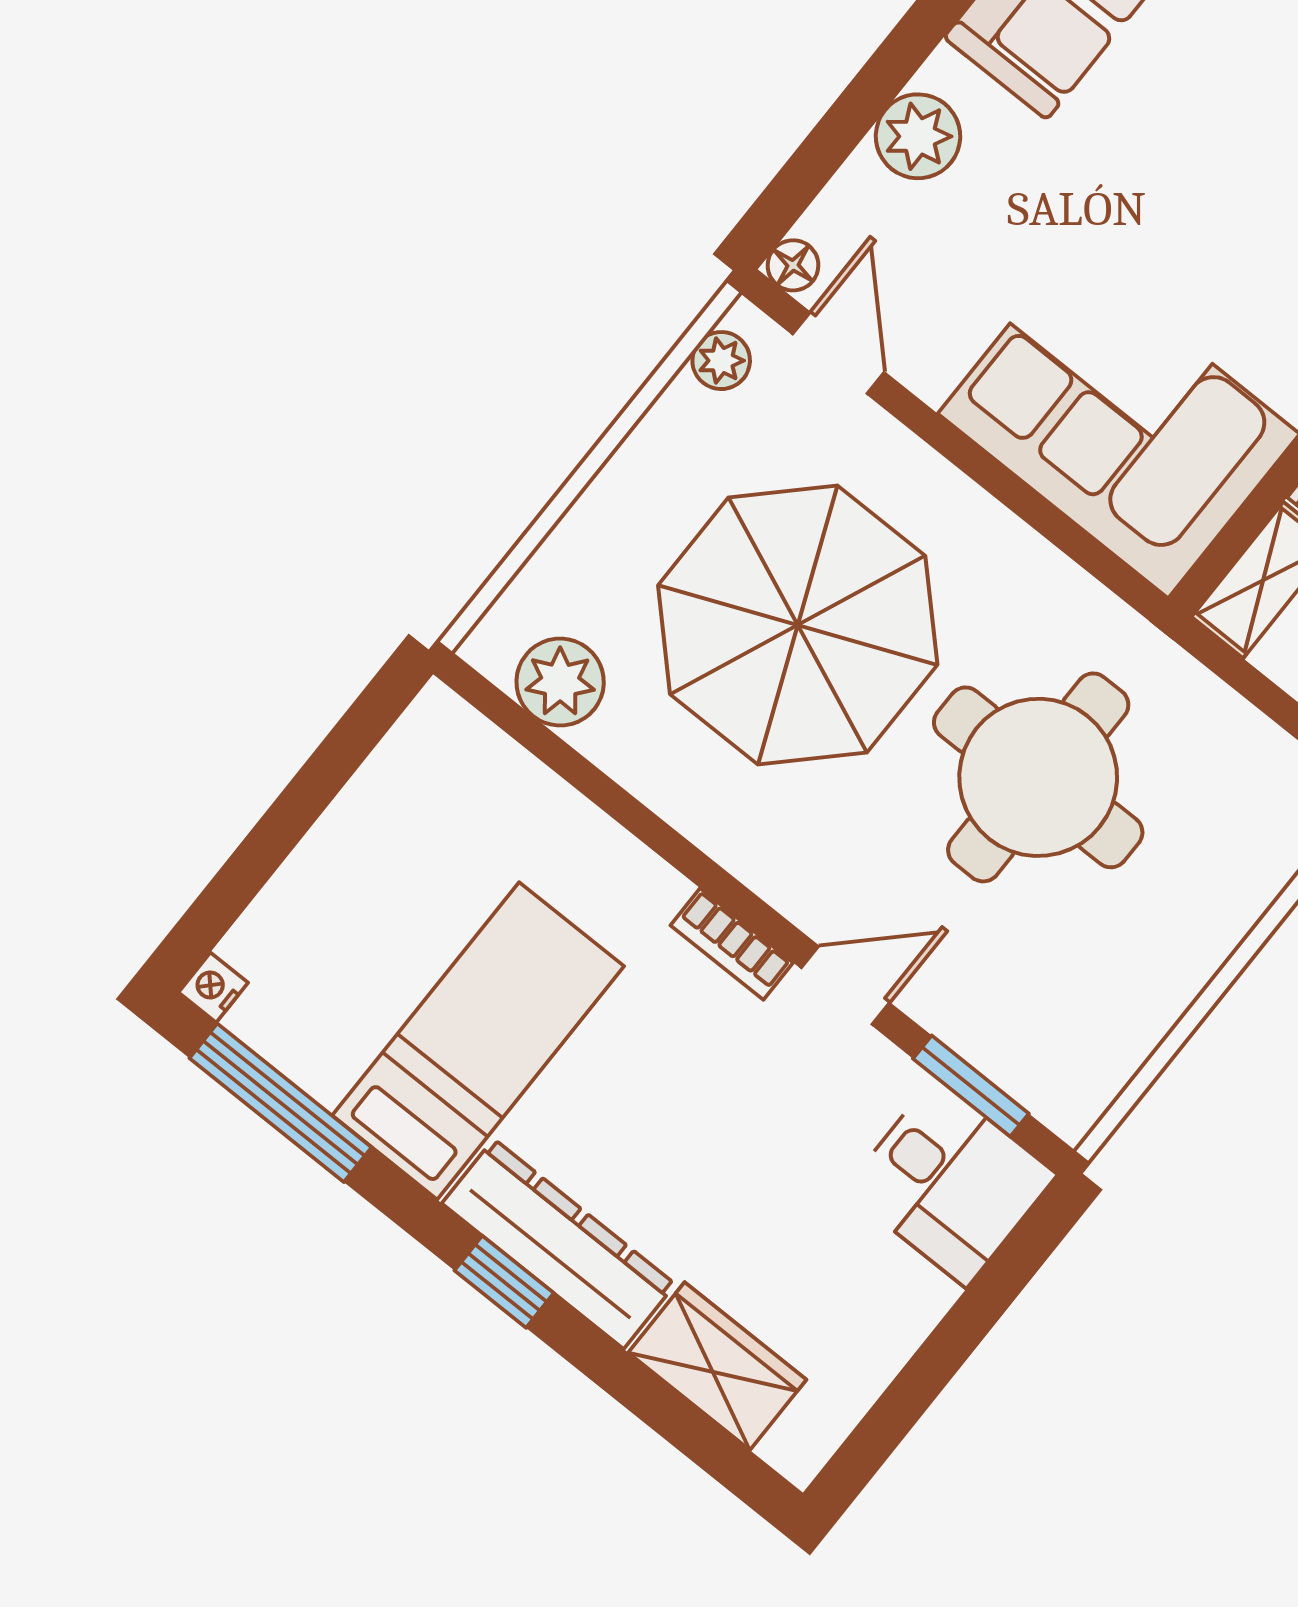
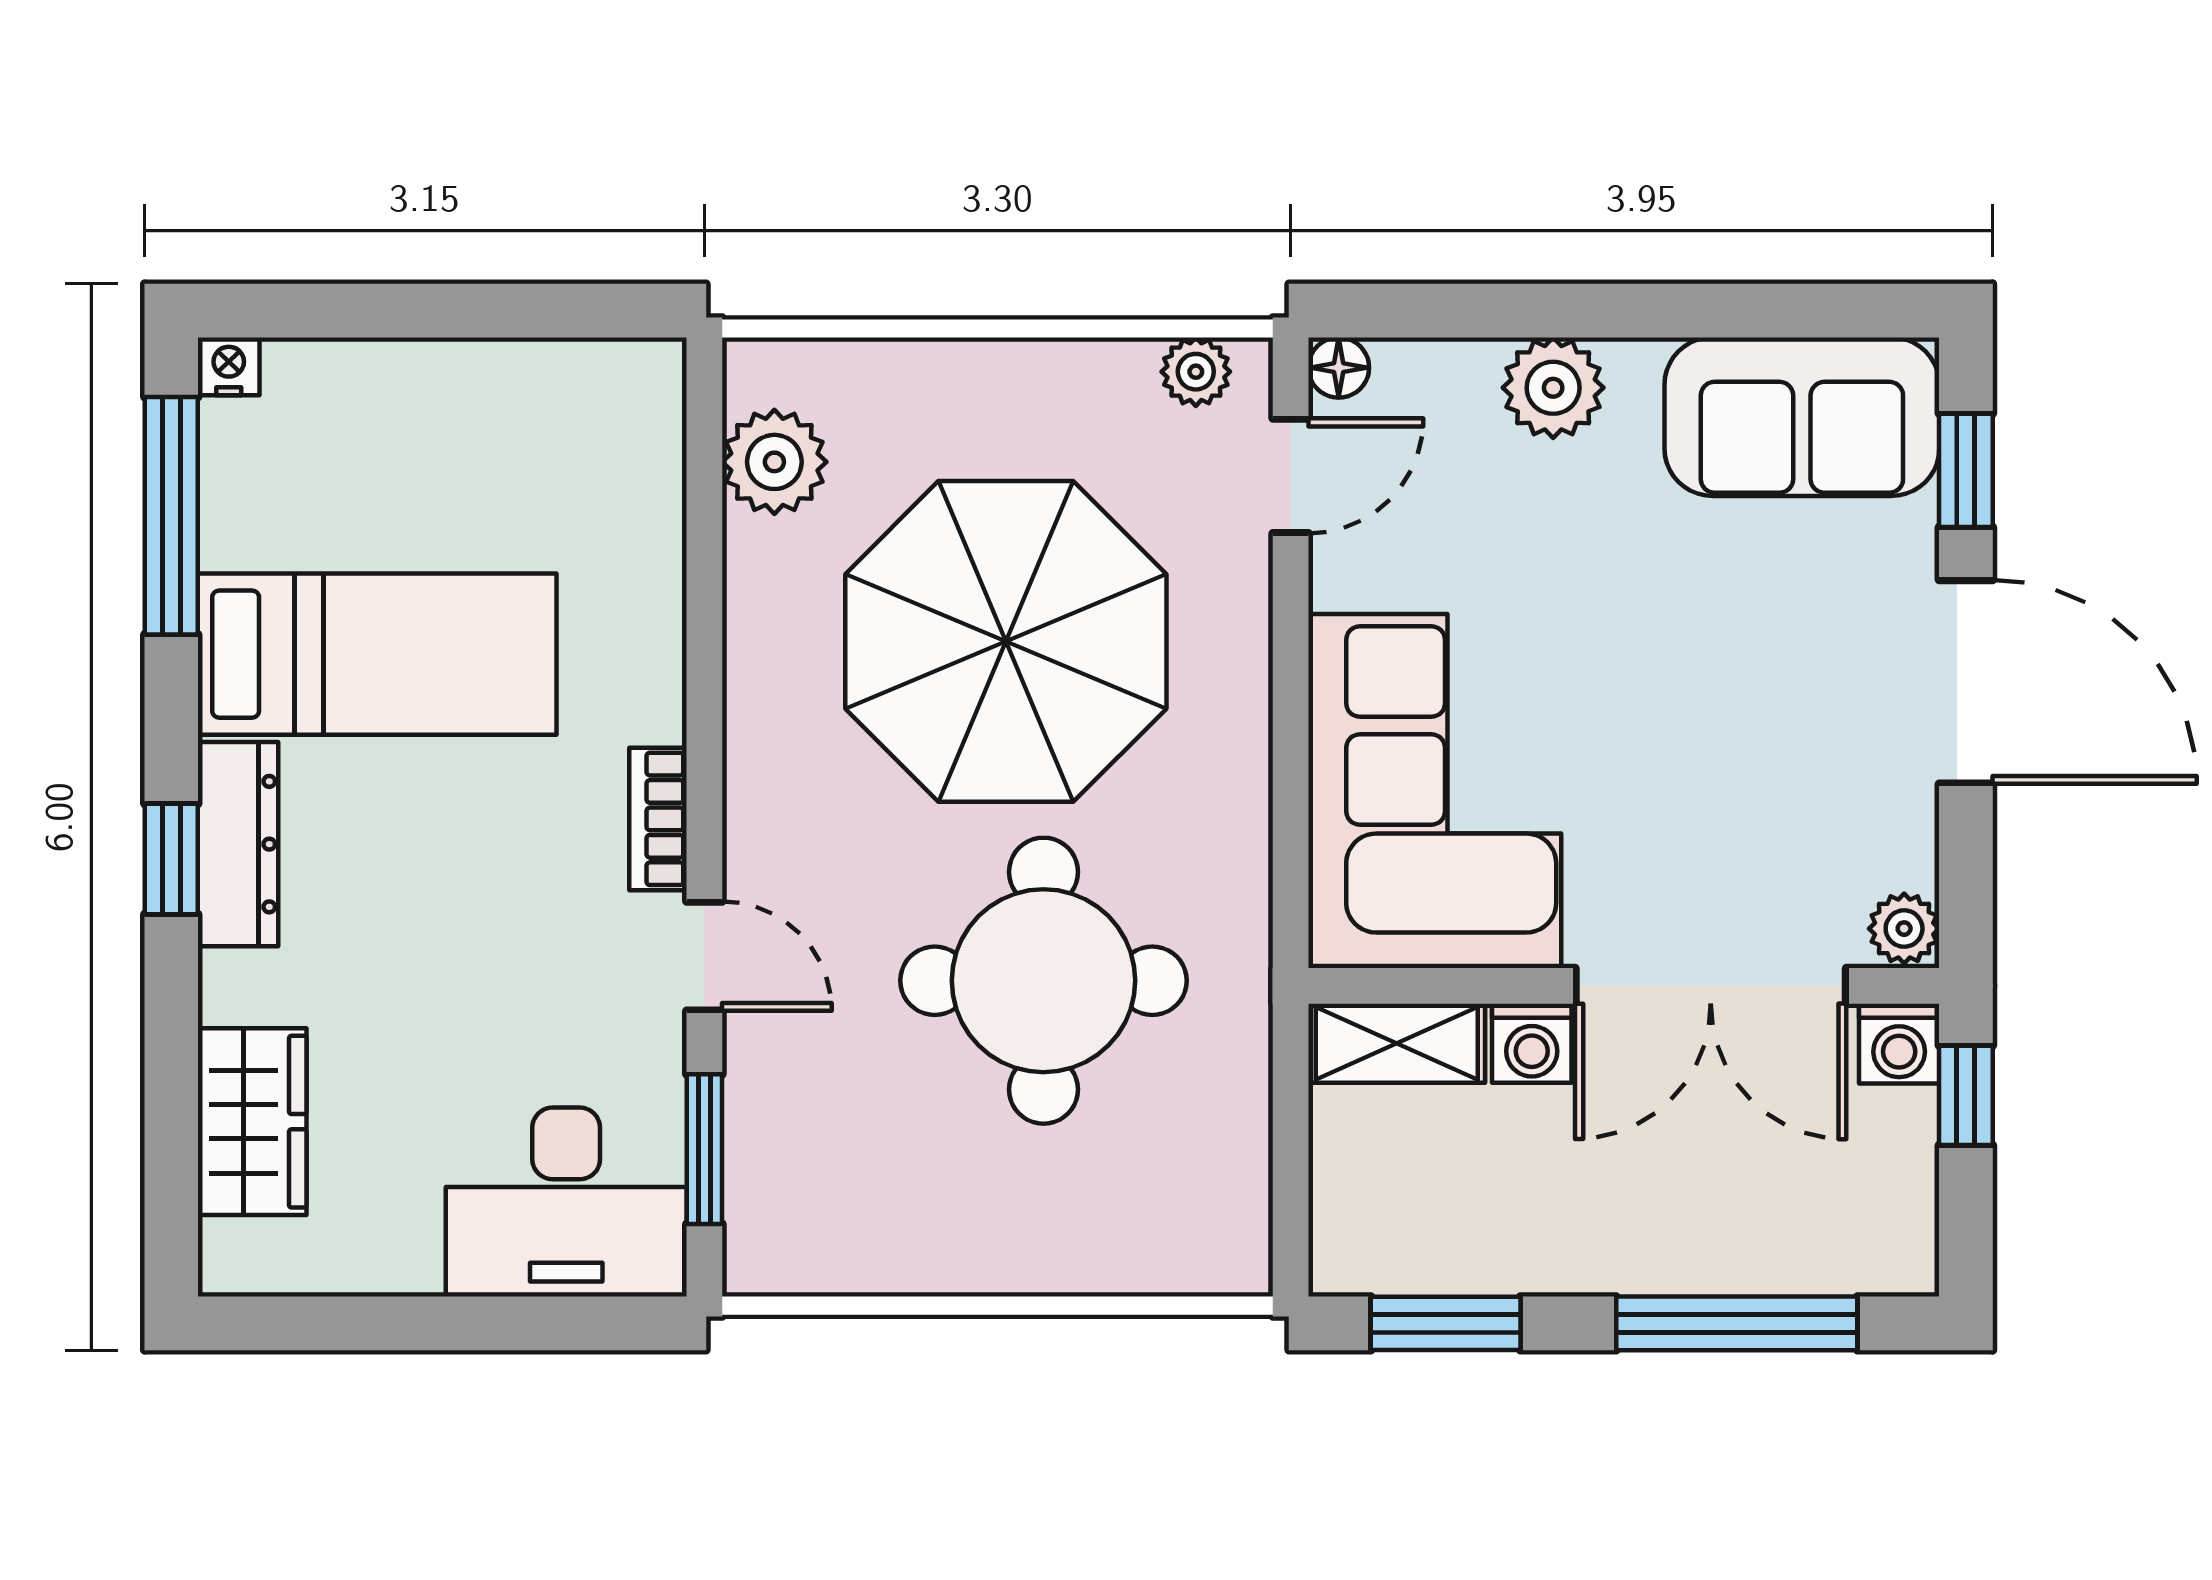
desk: (950, 1182) -> (566, 1202), width x1.37
dresser: (559, 1244) -> (238, 844), width x0.73, depth x0.80

